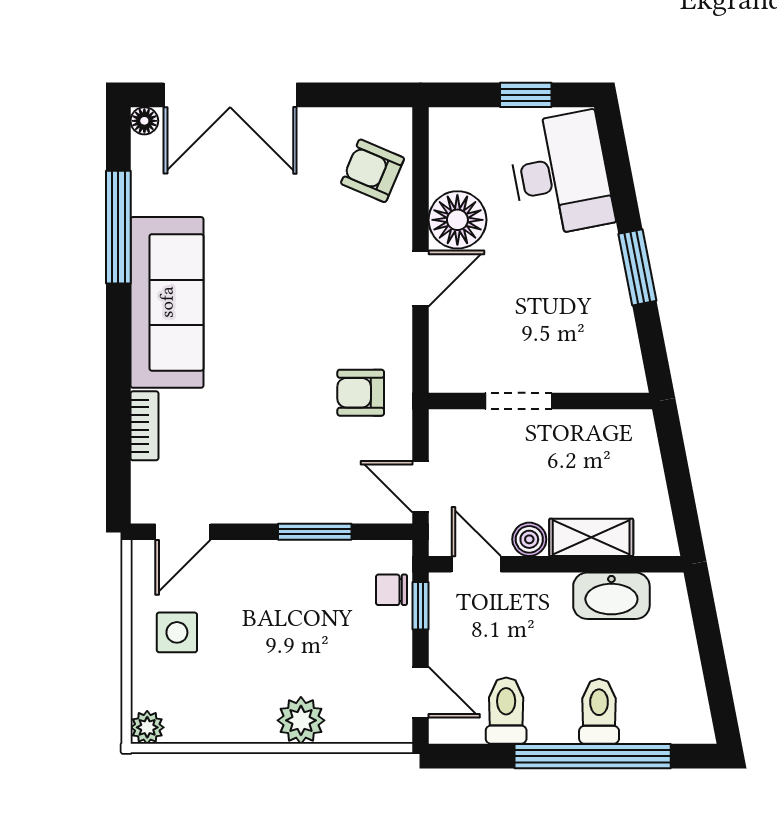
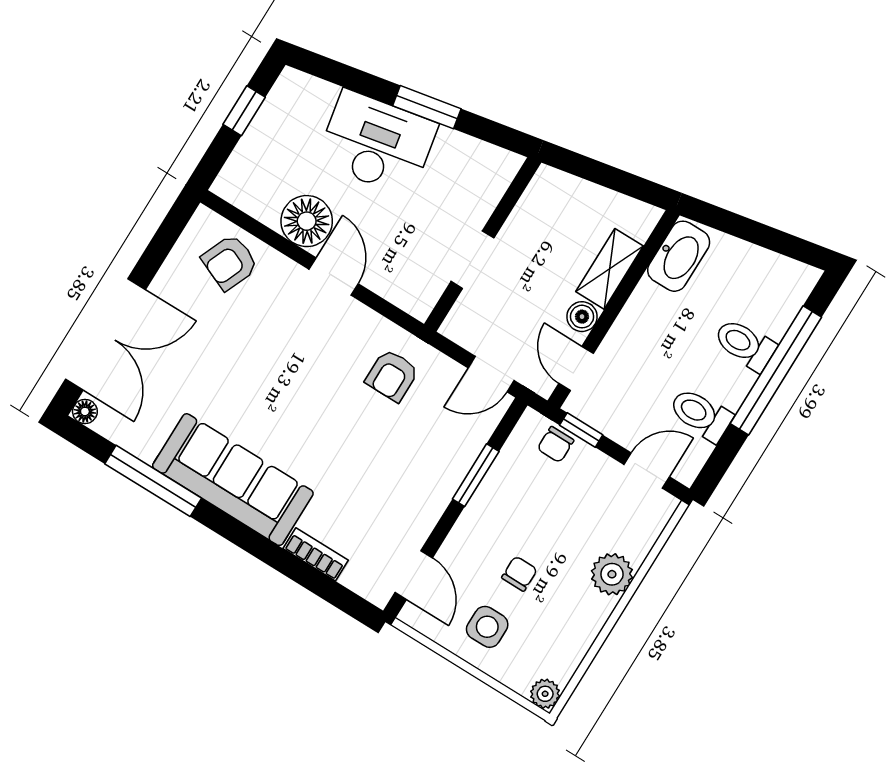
desk: (561, 174) -> (377, 143), moved
door: (476, 564) -> (576, 368), hinge flipped
washbasin: (611, 596) -> (679, 256), moved
chair: (247, 632) -> (519, 574), added

